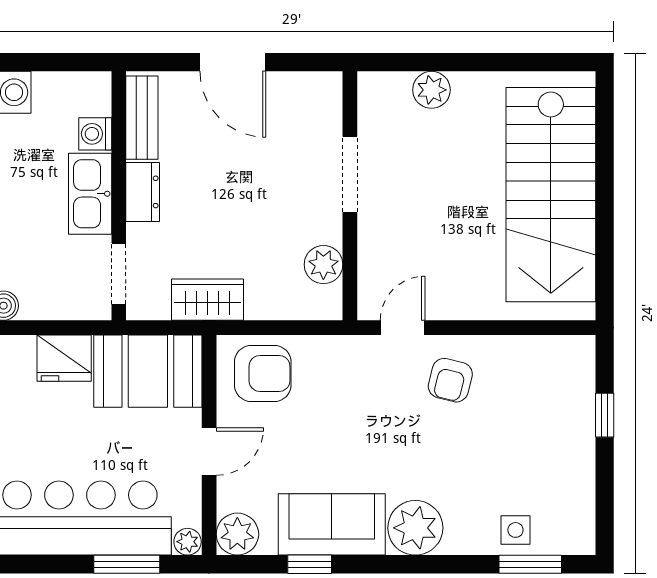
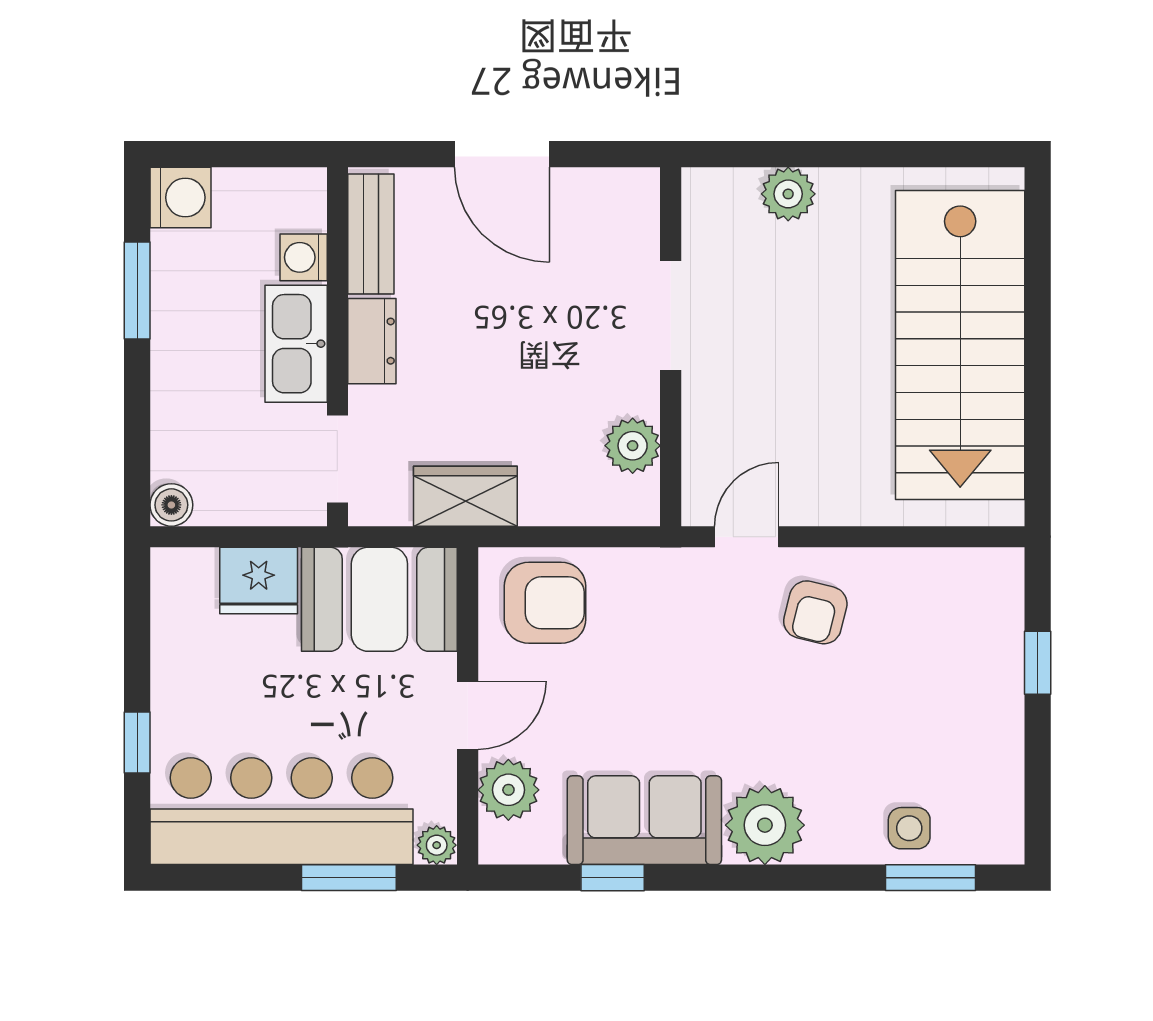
plant: (237, 534) -> (508, 790), moved

